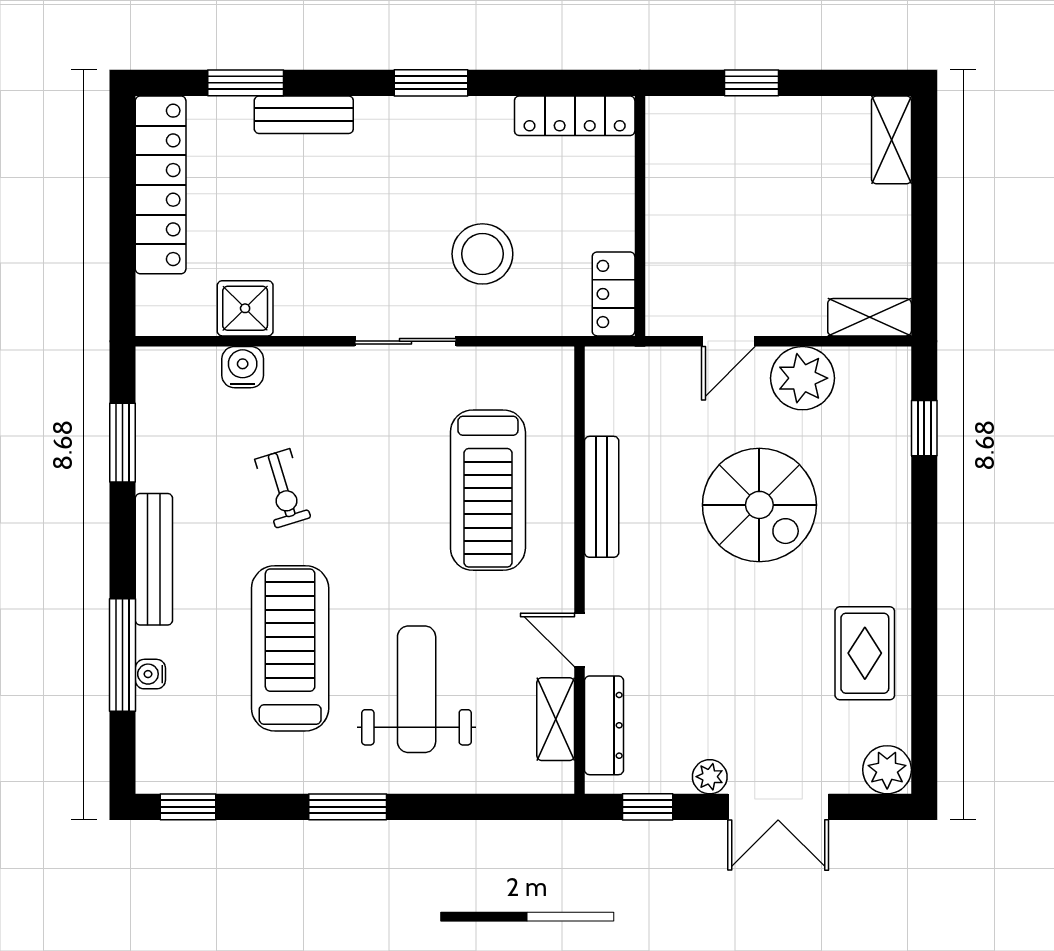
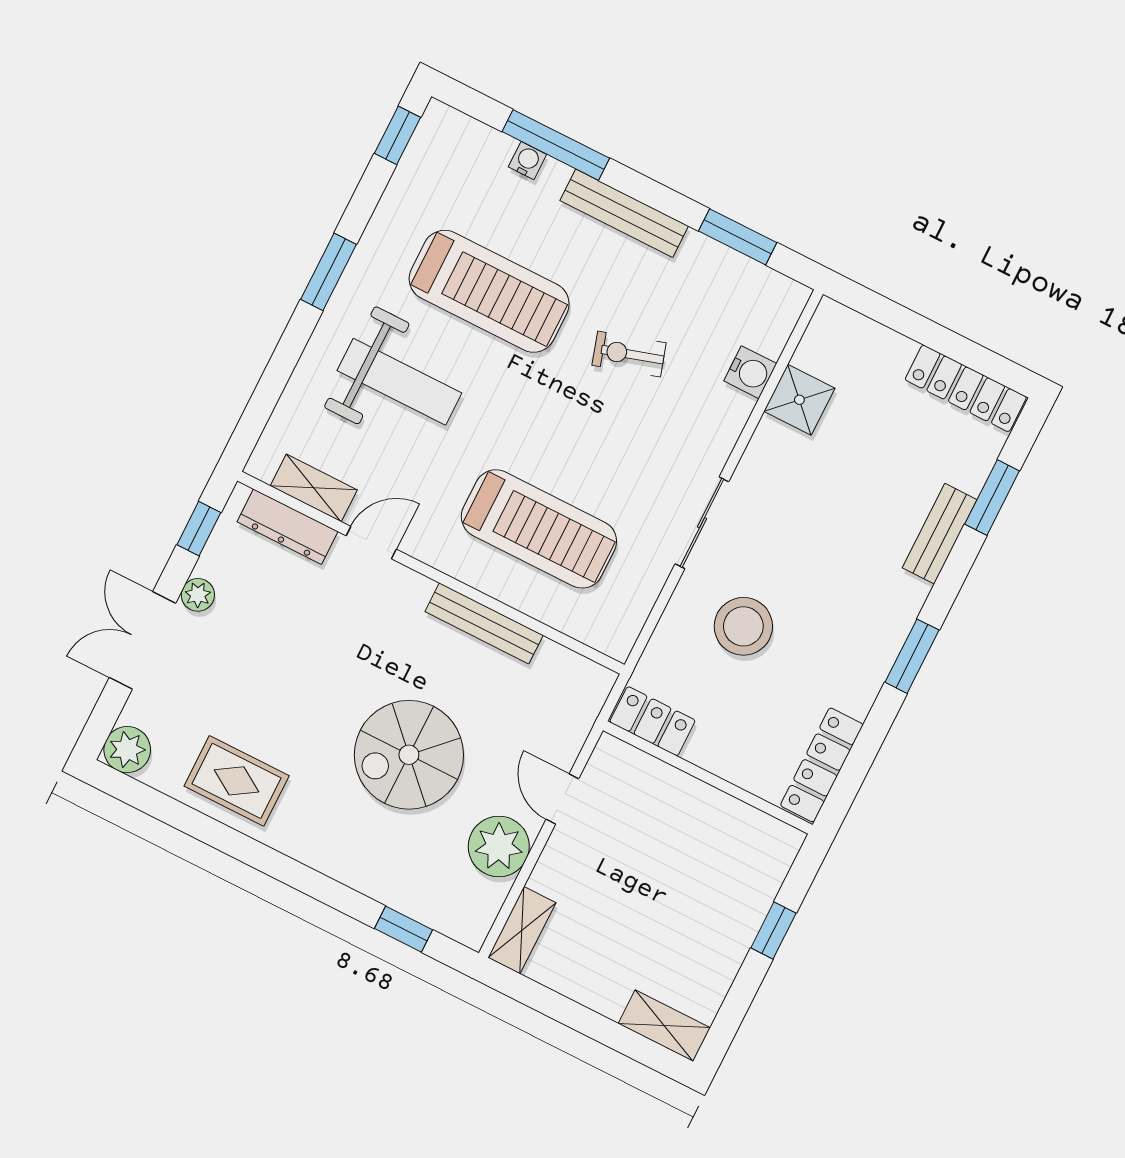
locker: (161, 185) -> (966, 388), width x0.71, depth x0.83
treadmill: (488, 490) -> (539, 529), turned 180

